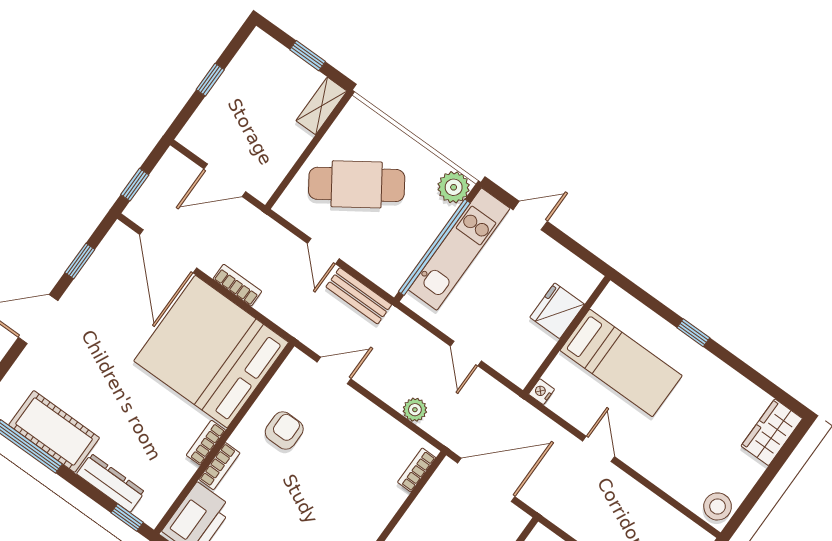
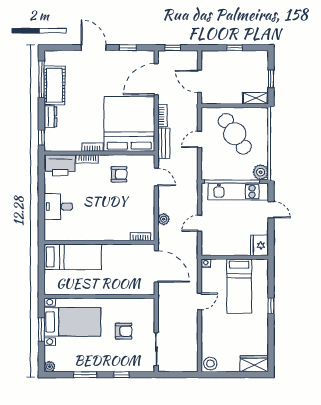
bench: (359, 296) -> (164, 143), moved
fridge: (557, 311) -> (259, 245), moved, turned -90
dresser: (111, 483) -> (50, 117), width x0.70

